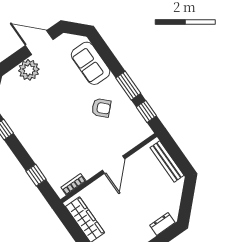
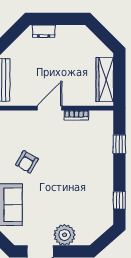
armchair: (101, 108) -> (27, 162), turned -105
bookcase: (73, 184) -> (76, 115), moved

